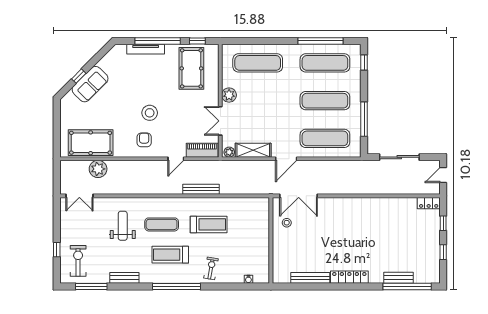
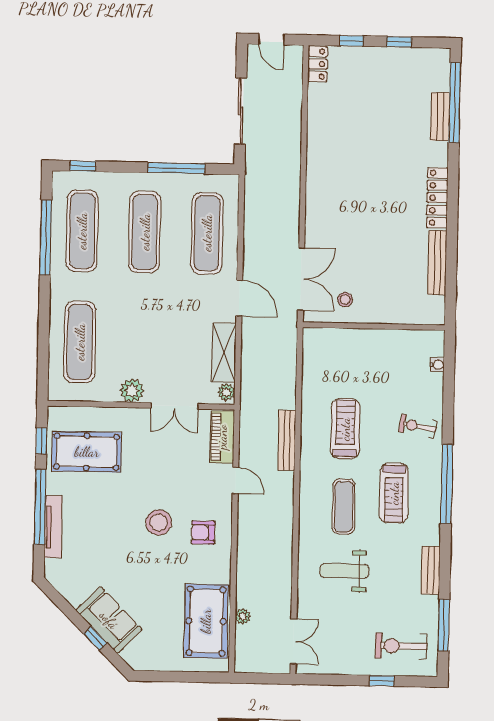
plant: (98, 169) -> (243, 616), width x0.53, depth x0.53

